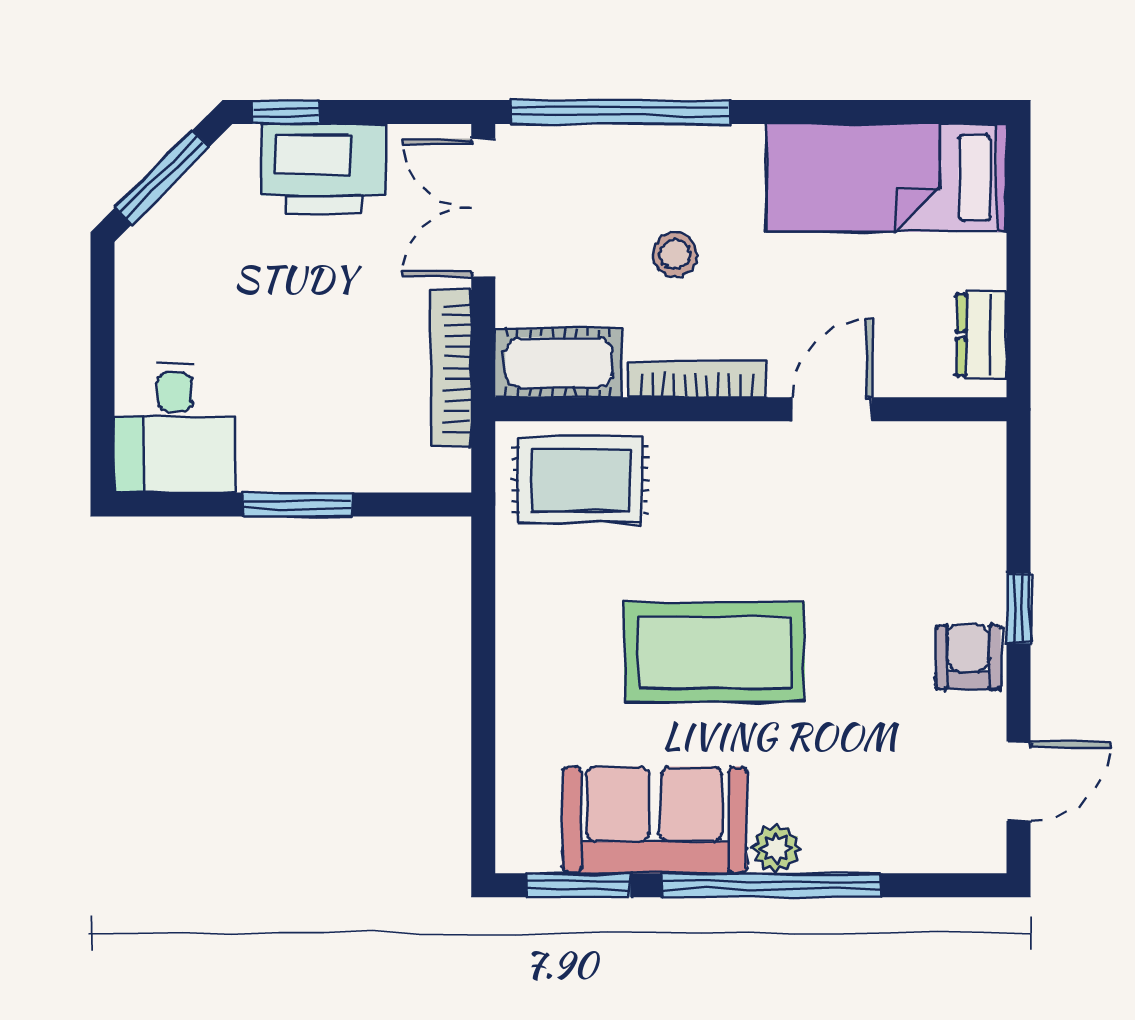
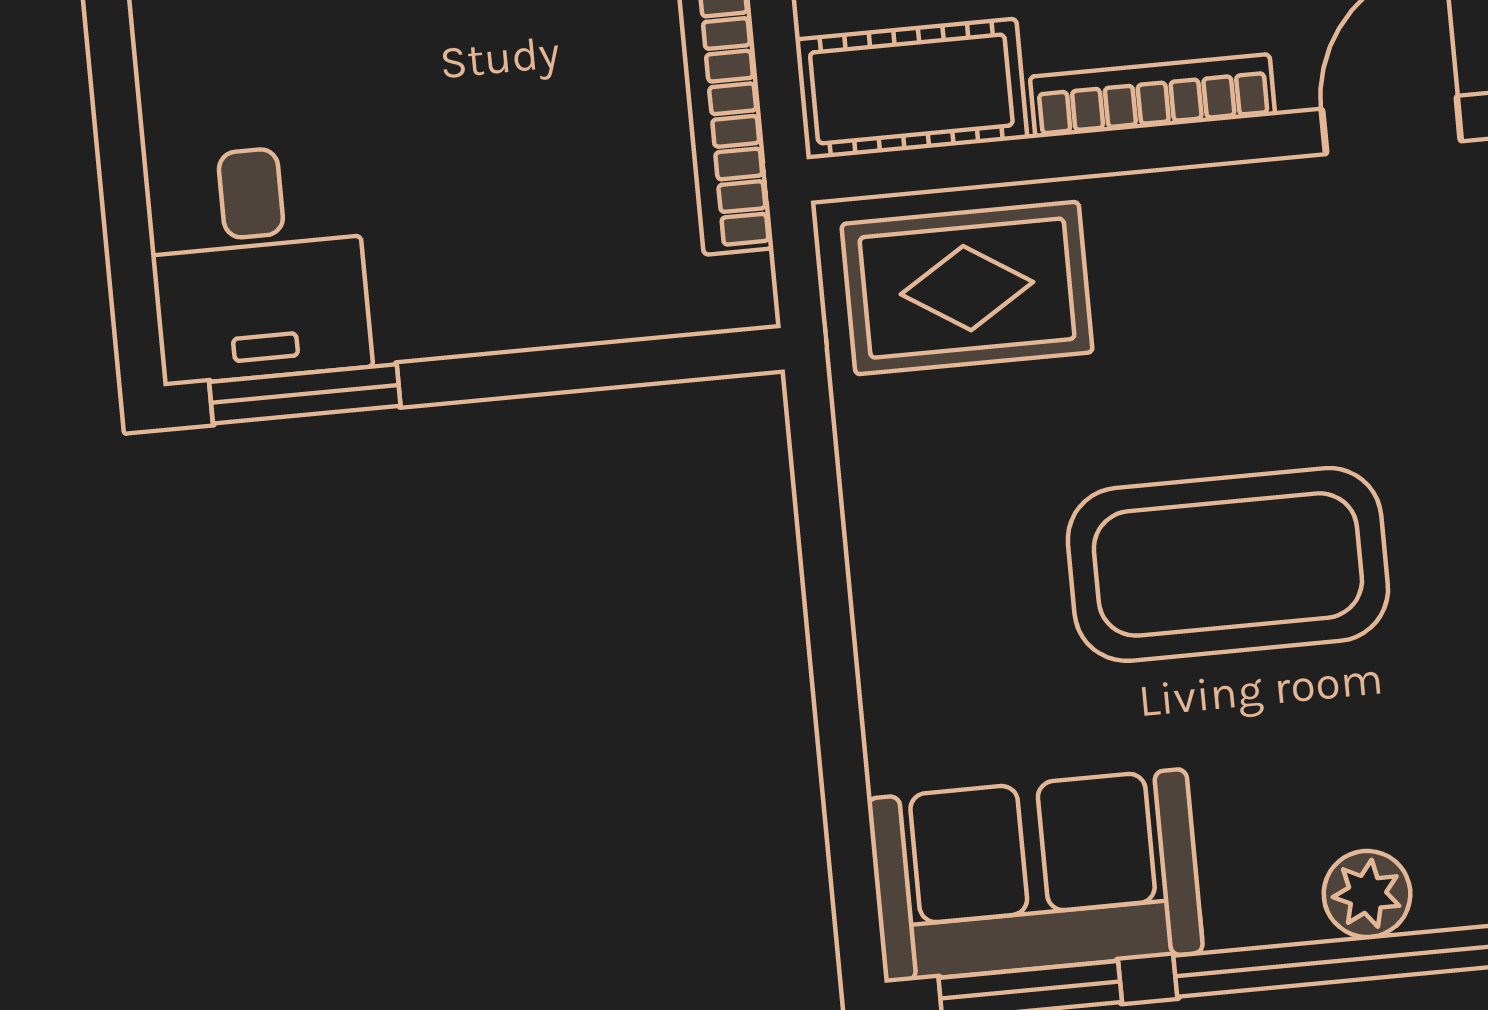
window: (297, 505) -> (305, 394), moved
sofa: (655, 820) -> (1035, 876), moved

